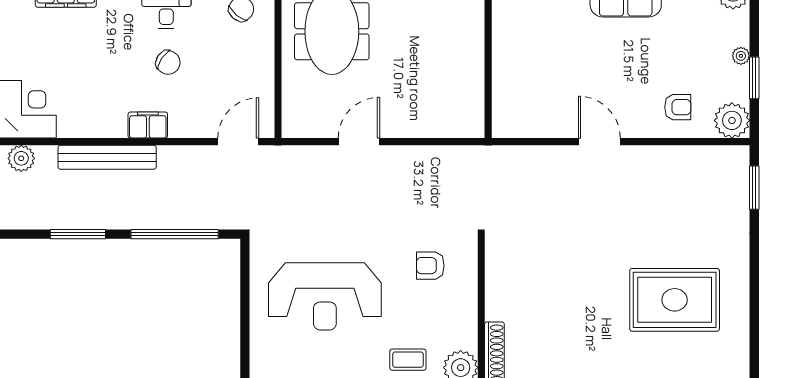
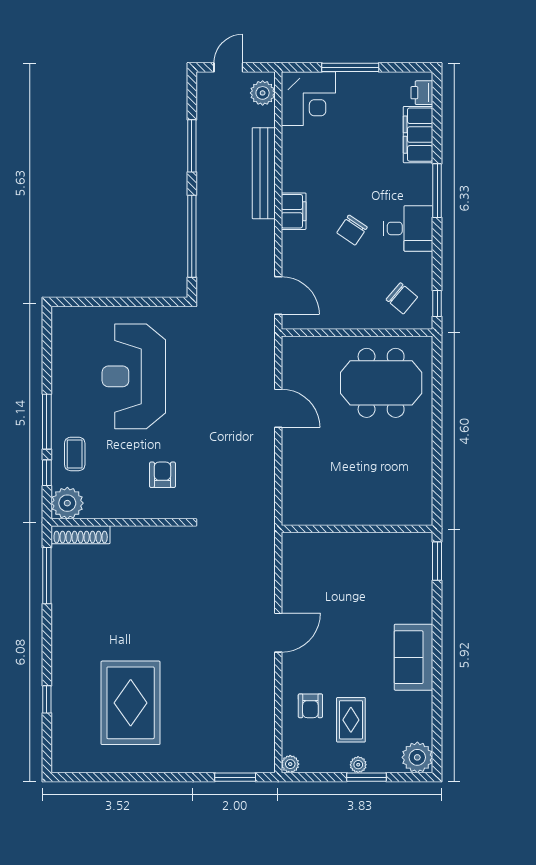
rug: (693, 64) -> (351, 720), added
window: (754, 78) -> (367, 777), moved
plant: (732, 120) -> (290, 764), width x0.53, depth x0.53

